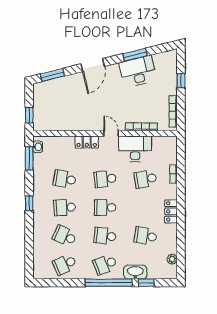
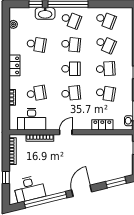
window: (135, 55) -> (45, 200), width x2.11
desk: (138, 71) -> (29, 189), moved
door: (111, 133) -> (66, 132), swing flipped
locker: (87, 142) -> (102, 125), moved
desk: (135, 149) -> (32, 119), moved
school desk: (65, 264) -> (106, 20), turned 45
school desk: (105, 264) -> (71, 20), turned 42

